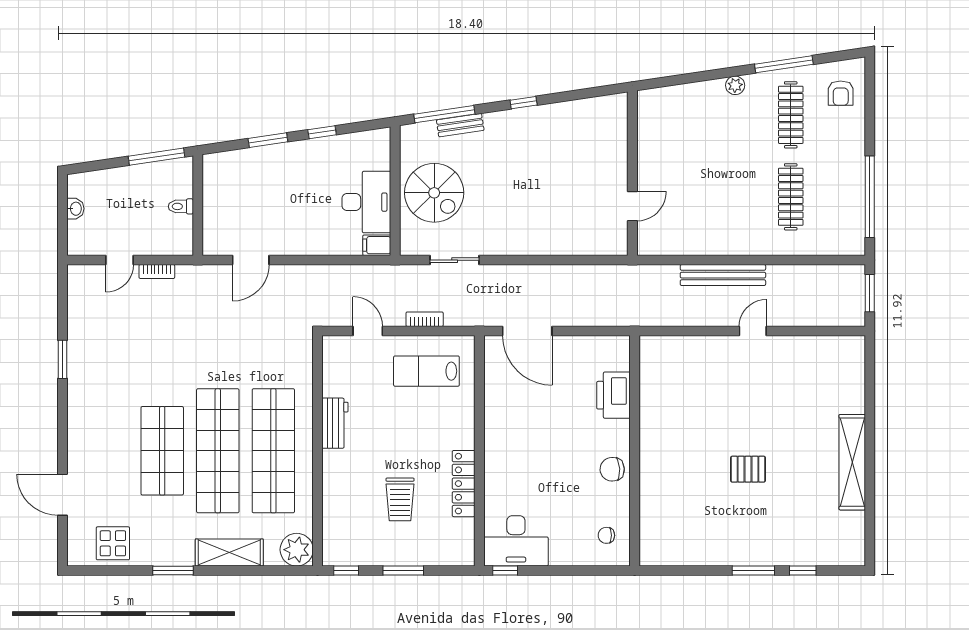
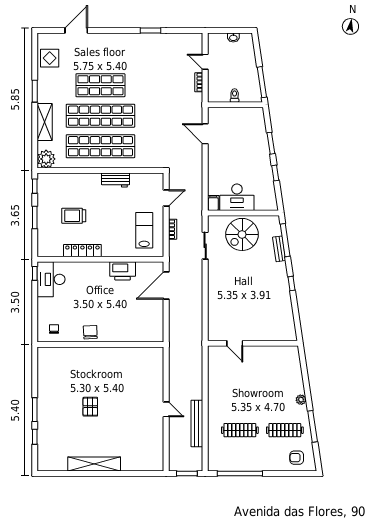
bench: (723, 275) -> (197, 423), moved
printer: (614, 395) -> (123, 271), moved, turned 180

